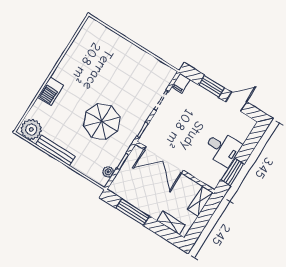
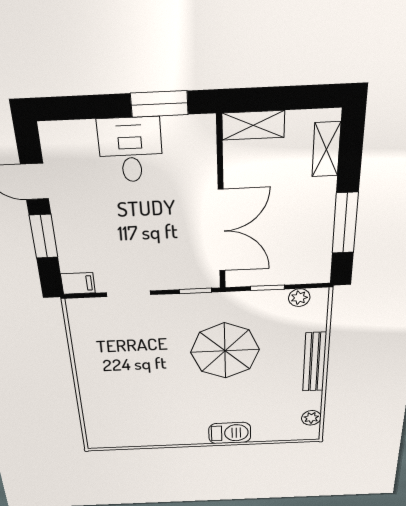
plant: (31, 129) -> (311, 418), width x0.53, depth x0.53
bench: (55, 150) -> (315, 362), moved

